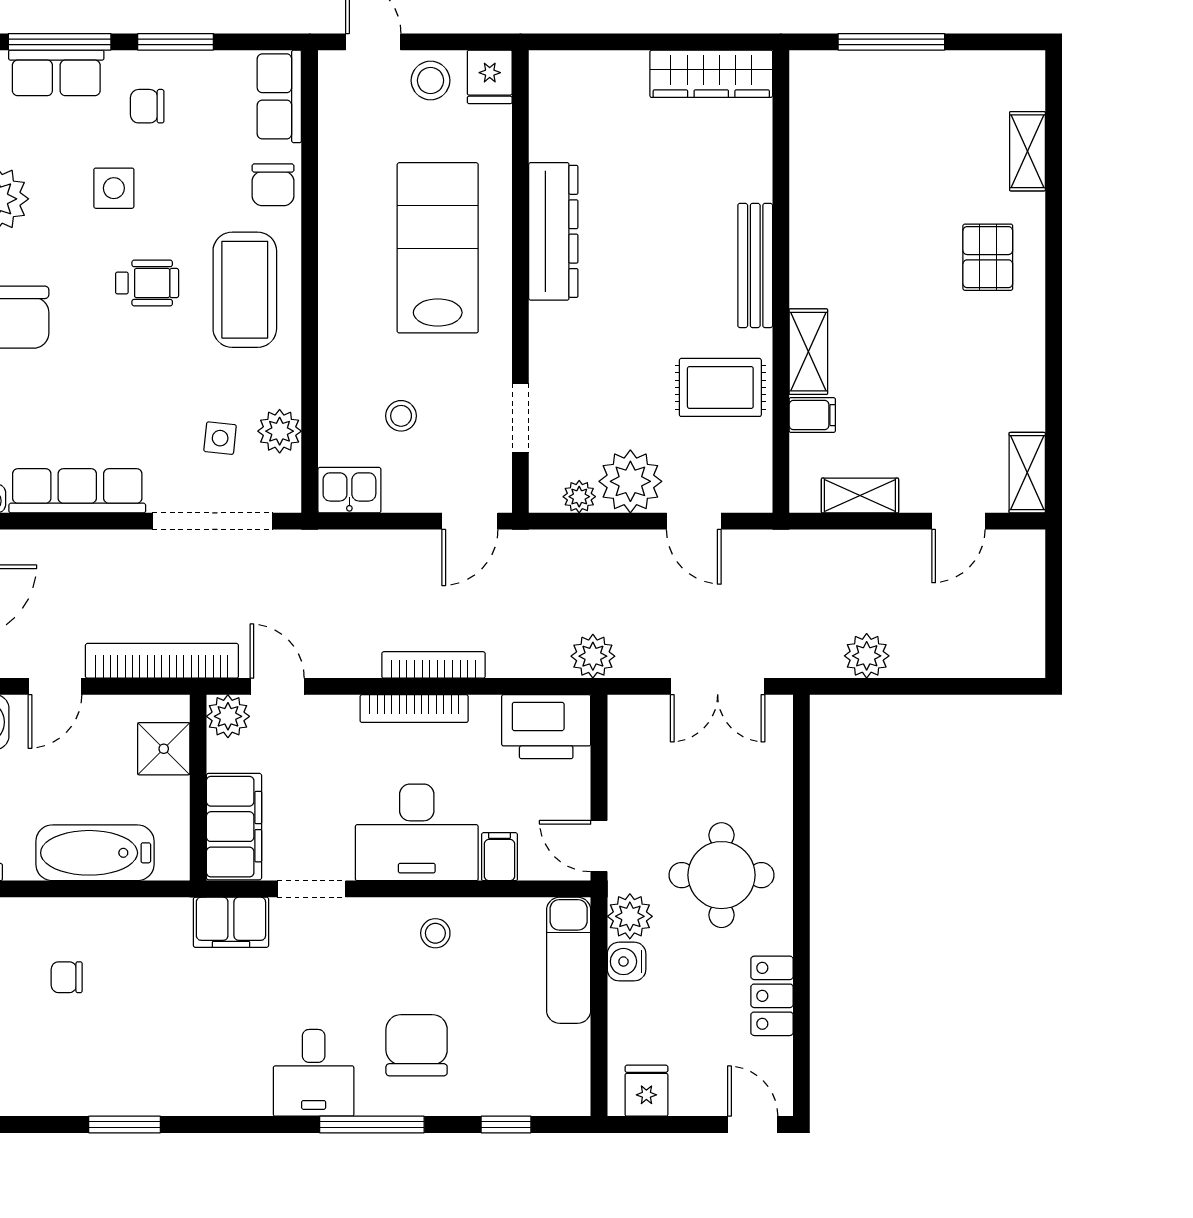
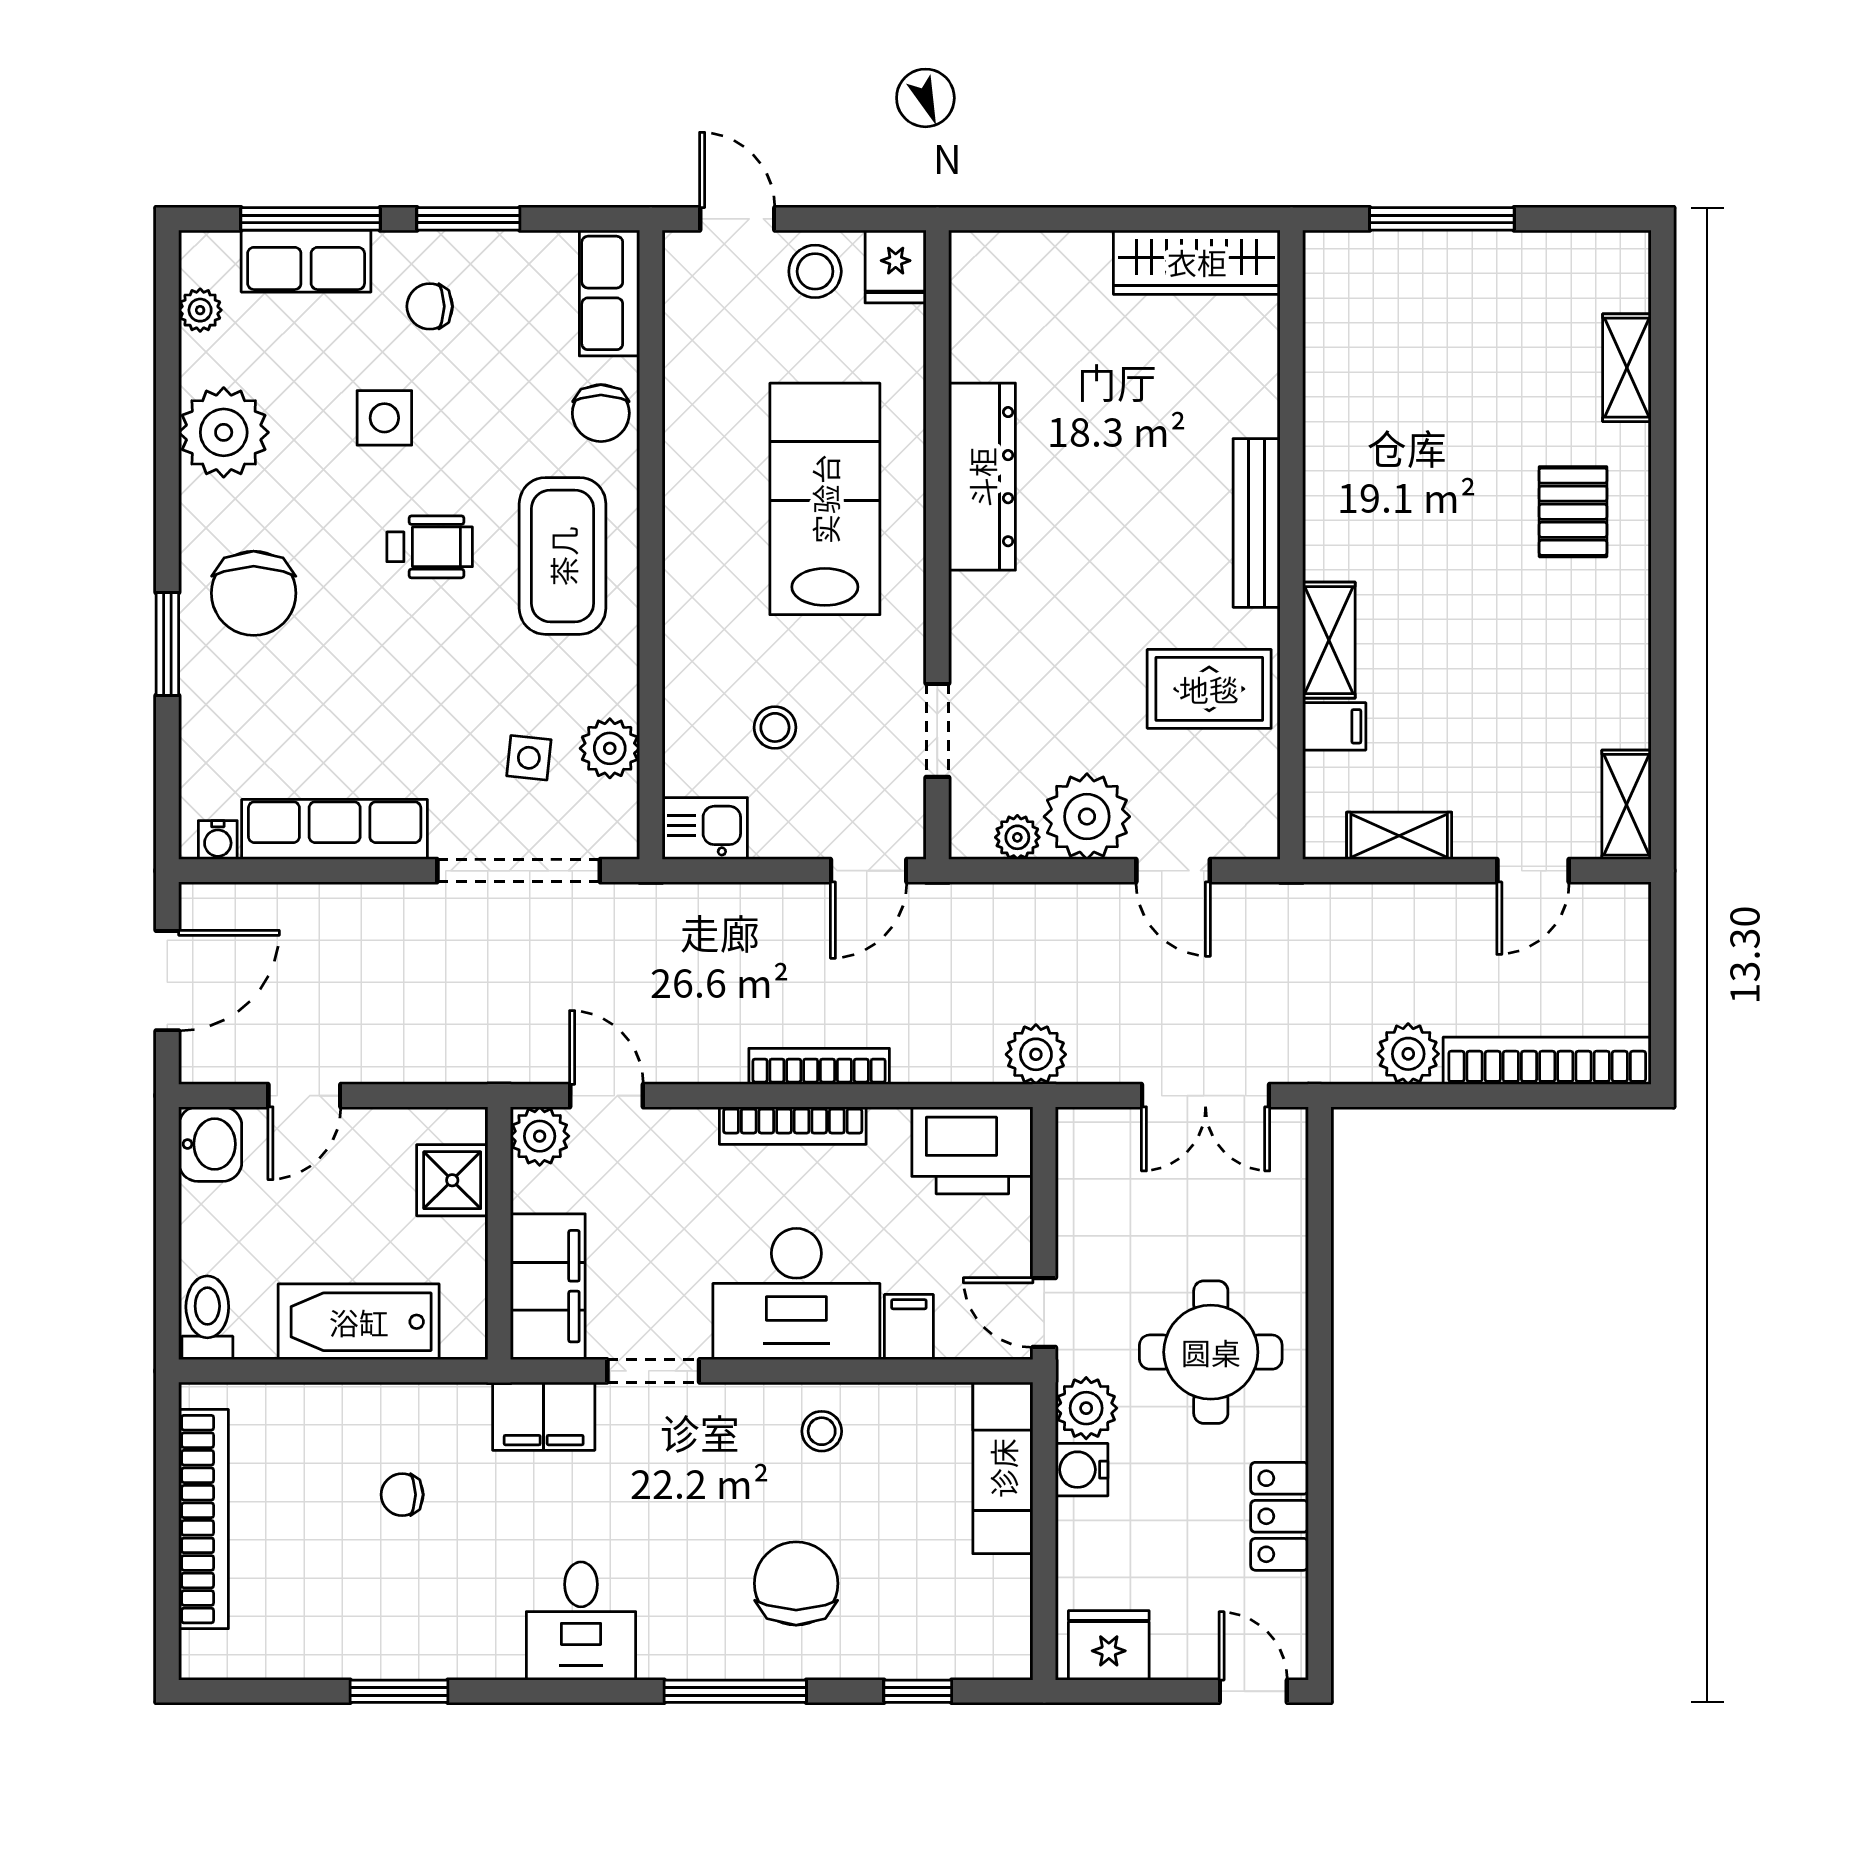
bookcase: (162, 661) -> (1547, 1061), moved
chair: (67, 977) -> (402, 1495), moved
desk: (314, 1073) -> (581, 1621), moved
fridge: (646, 1091) -> (1109, 1645), width x1.38

